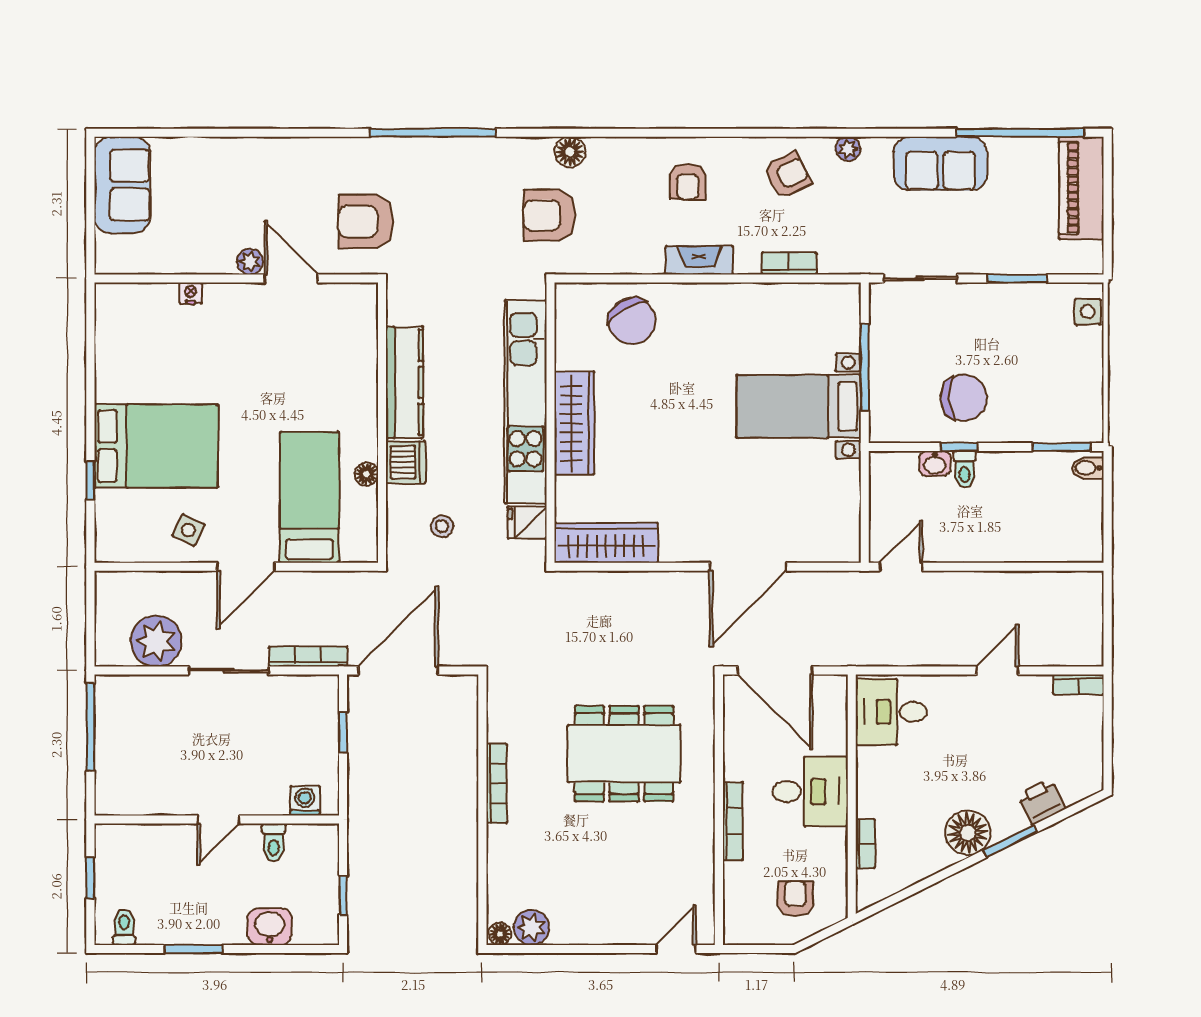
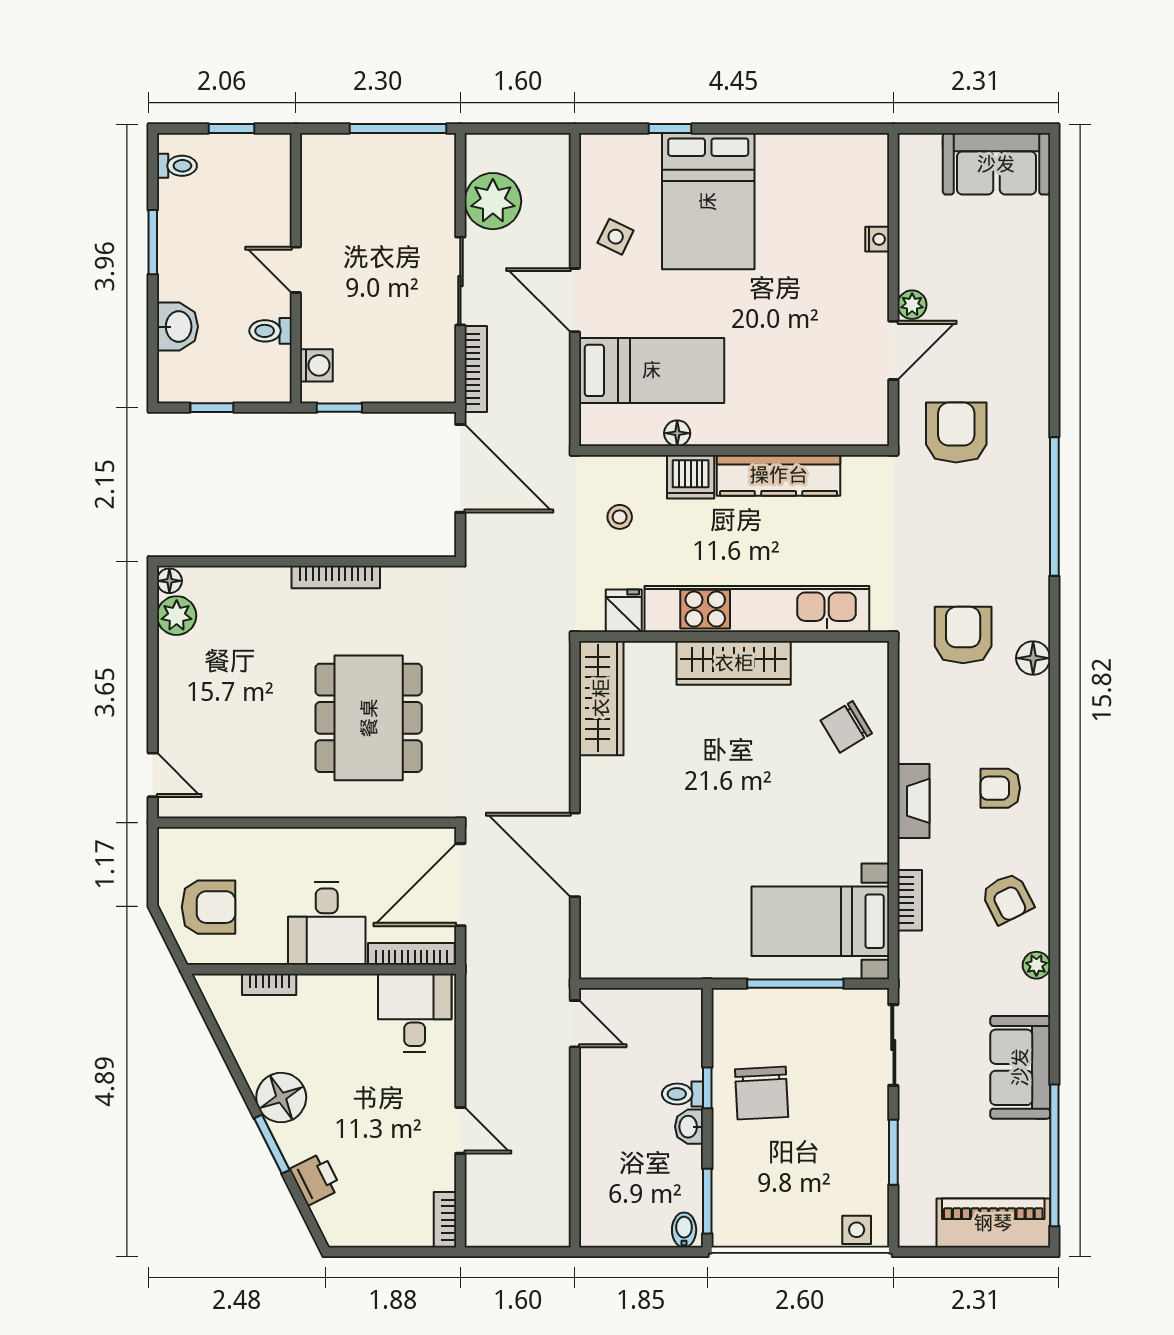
chair: (632, 321) -> (846, 727), width x0.73, depth x0.73
bed with nightstands: (799, 406) -> (820, 921), moved, turned -90
washbasin: (935, 463) -> (689, 1127), moved
window: (343, 732) -> (339, 408), moved
bookcase: (733, 821) -> (411, 954), moved, turned 180
armchair: (795, 899) -> (209, 907), width x1.38, depth x1.38

